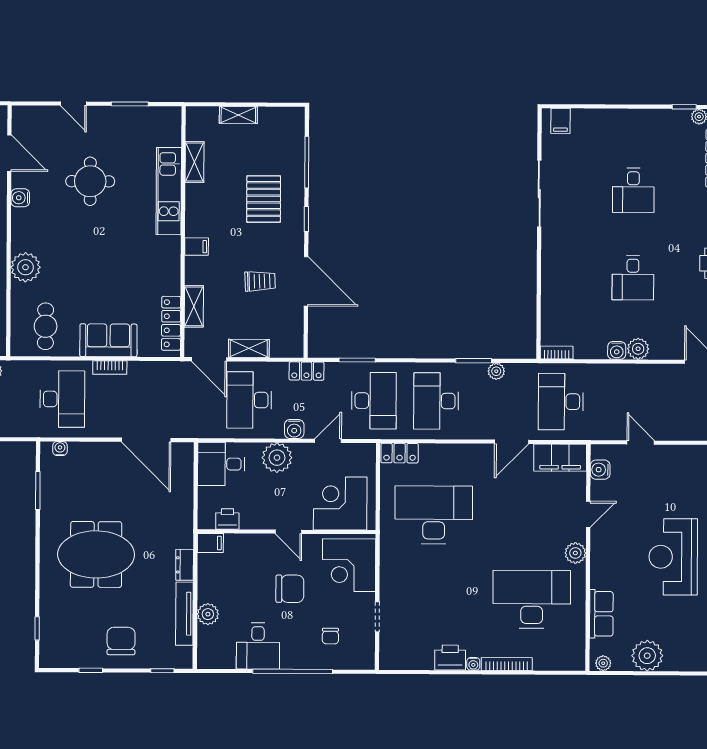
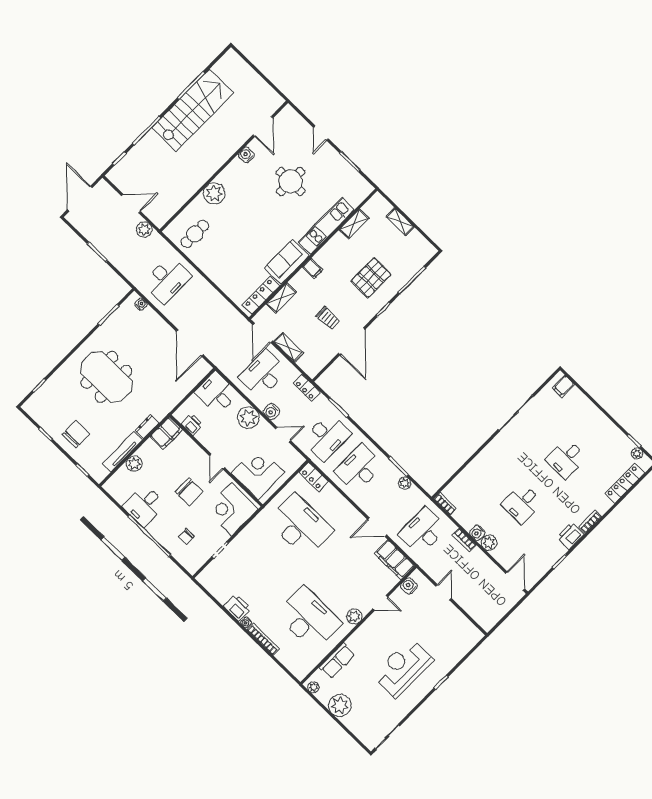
sofa: (108, 340) -> (287, 262), moved, turned -90
bookcase: (110, 368) -> (464, 540), moved
filing cabinet: (210, 543) -> (166, 433), width x2.00

